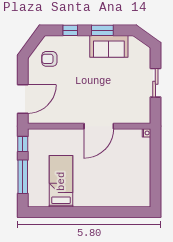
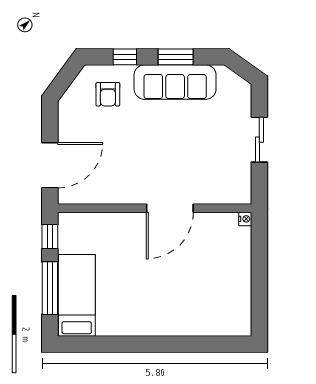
sofa: (109, 46) -> (175, 82), width x1.36
armchair: (49, 59) -> (108, 94), moved, turned -90
bed: (61, 181) -> (77, 295), moved

